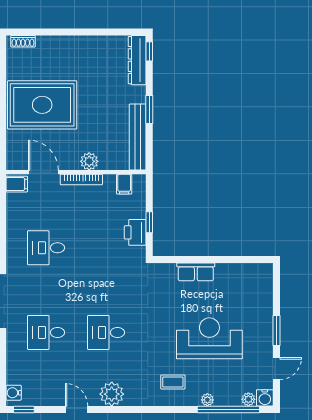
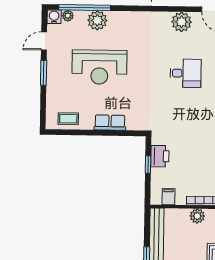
coffee table: (173, 382) -> (68, 119), moved
plant: (207, 400) -> (97, 20), width x1.87, depth x1.87

